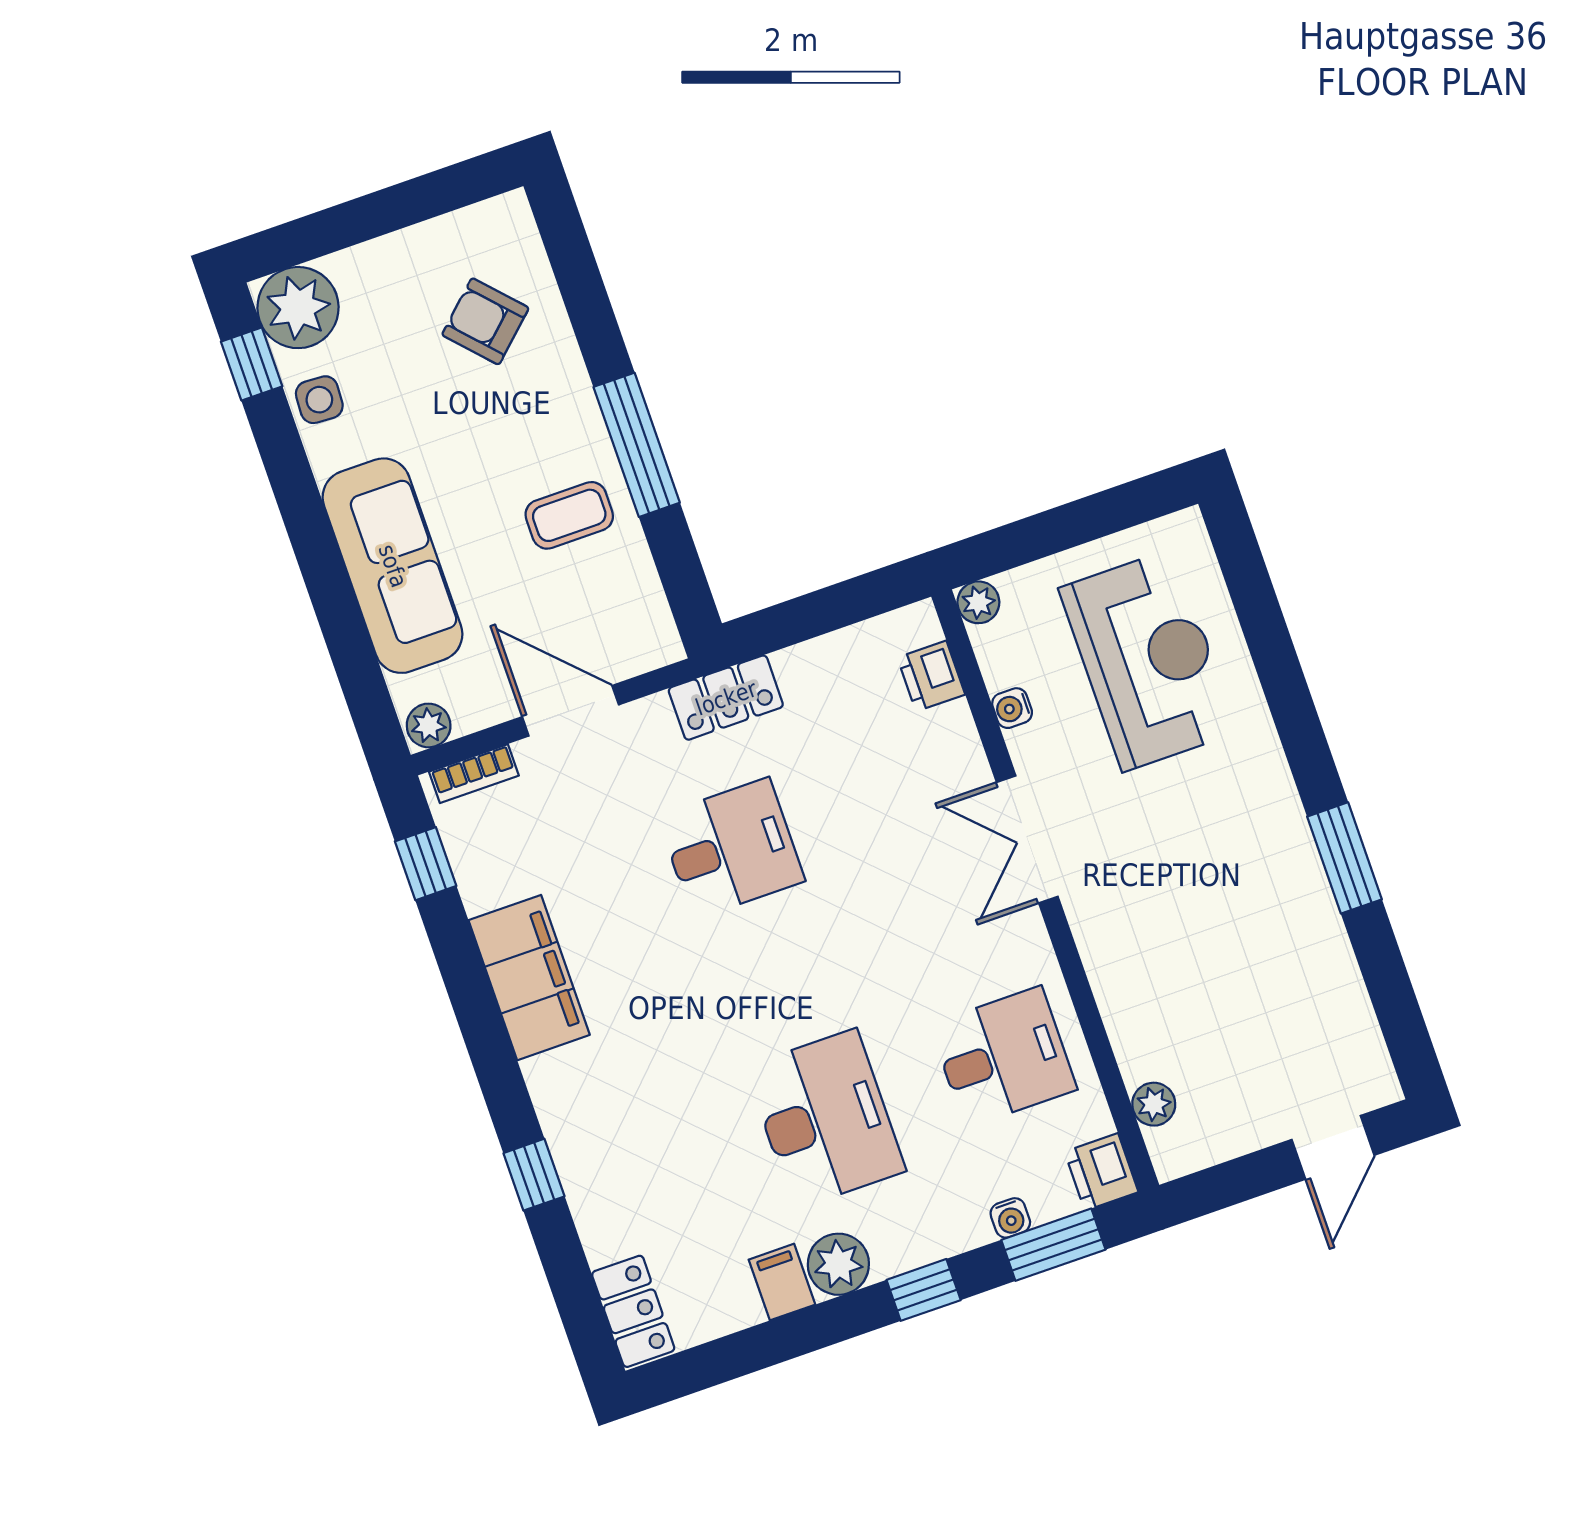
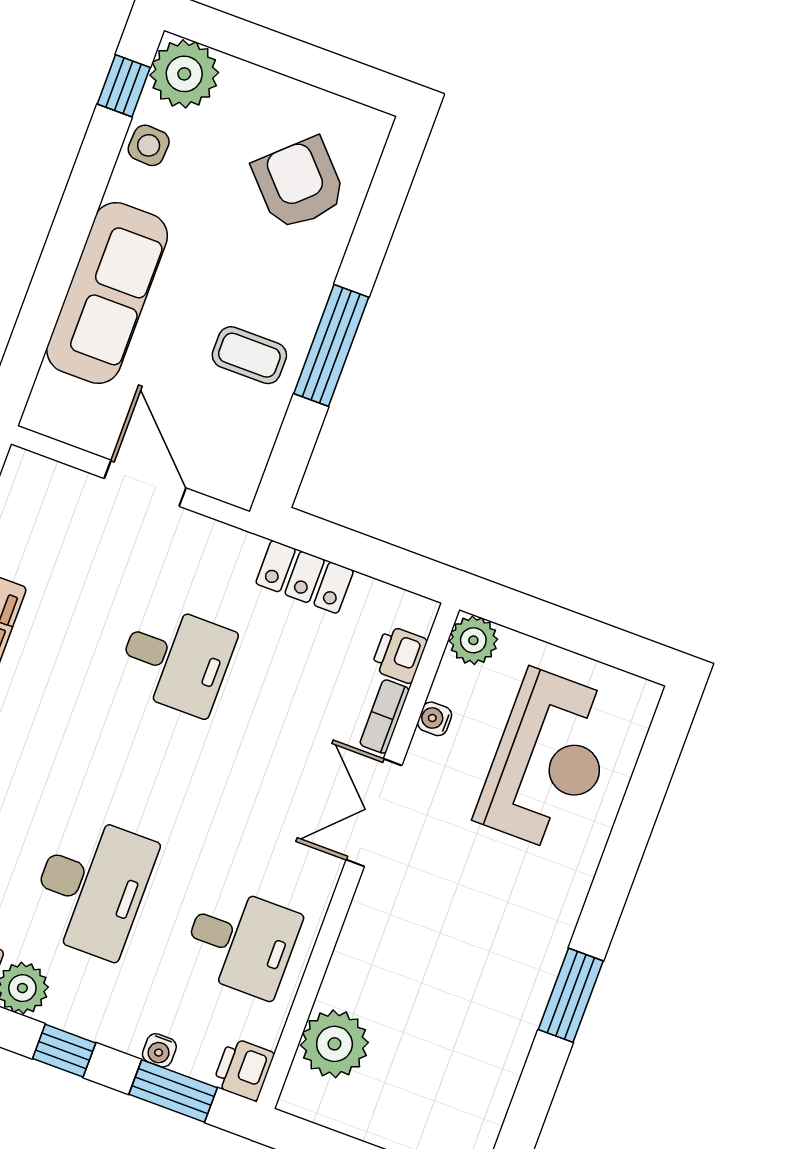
armchair: (485, 321) -> (299, 184), width x1.38, depth x1.38
plant: (978, 602) -> (473, 640), width x1.38, depth x1.38
locker: (726, 698) -> (305, 577), moved
plant: (429, 725) -> (45, 417), removed
bookcase: (474, 774) -> (385, 717), moved, turned 90
plant: (1154, 1104) -> (334, 1044), width x1.88, depth x1.88

